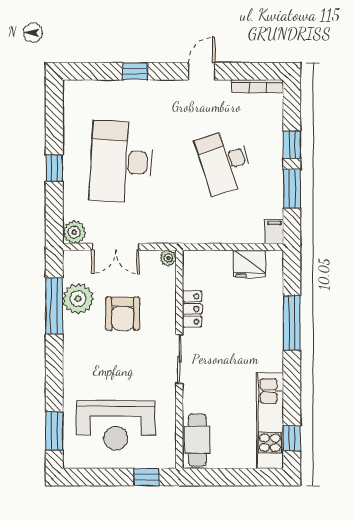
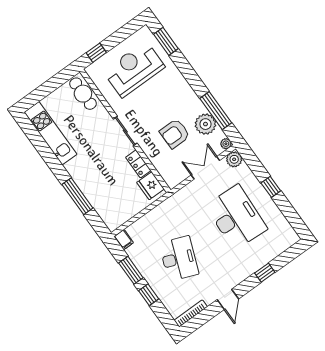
desk: (225, 162) -> (179, 259), turned 39
plant: (168, 258) -> (226, 144), moved
fridge: (249, 264) -> (150, 186), moved, turned -90
armchair: (123, 314) -> (175, 134), turned -90
window: (292, 438) -> (31, 132), removed

